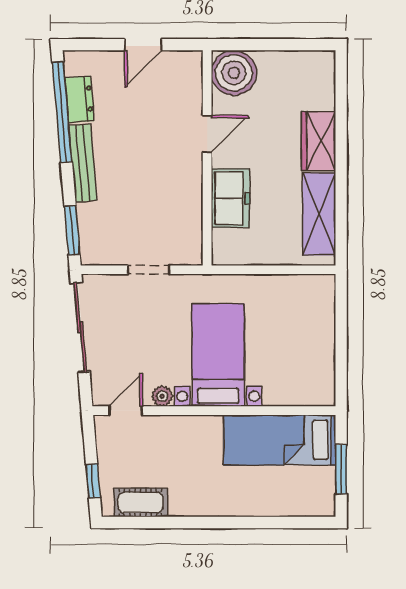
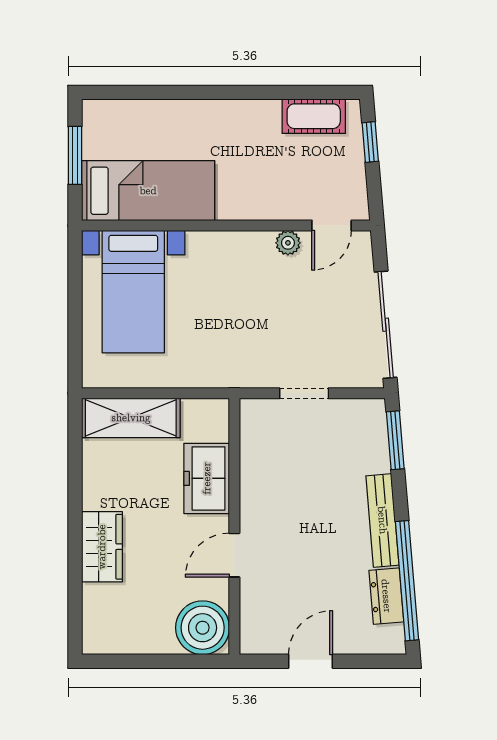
shelving: (319, 214) -> (131, 418), moved, turned 90
bed with nightstands: (218, 355) -> (133, 292), moved

